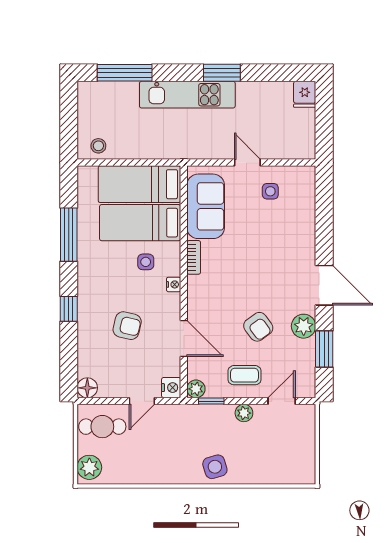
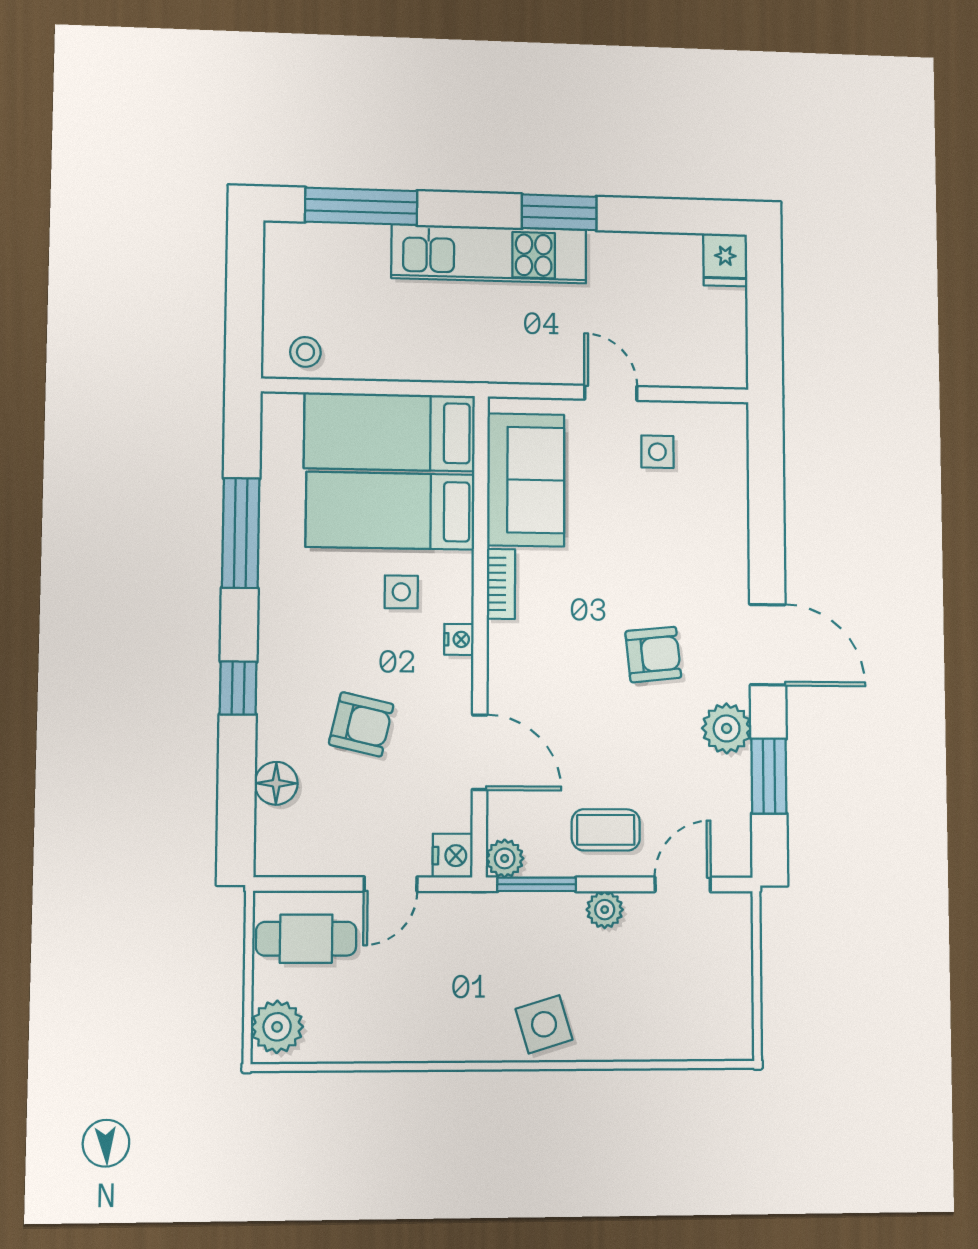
armchair: (258, 327) -> (653, 654), moved, turned -60
floor lamp: (87, 388) -> (276, 783), moved
window: (211, 401) -> (537, 884), width x1.50

